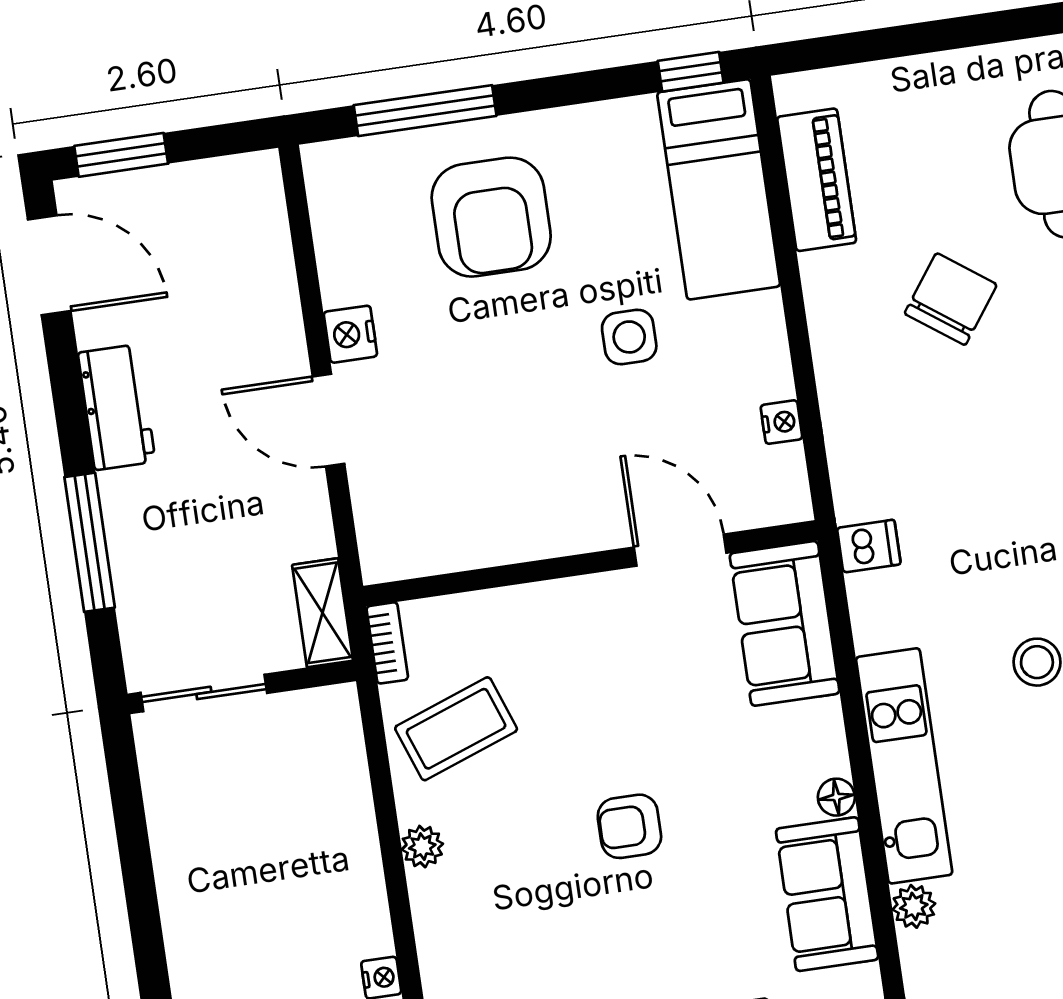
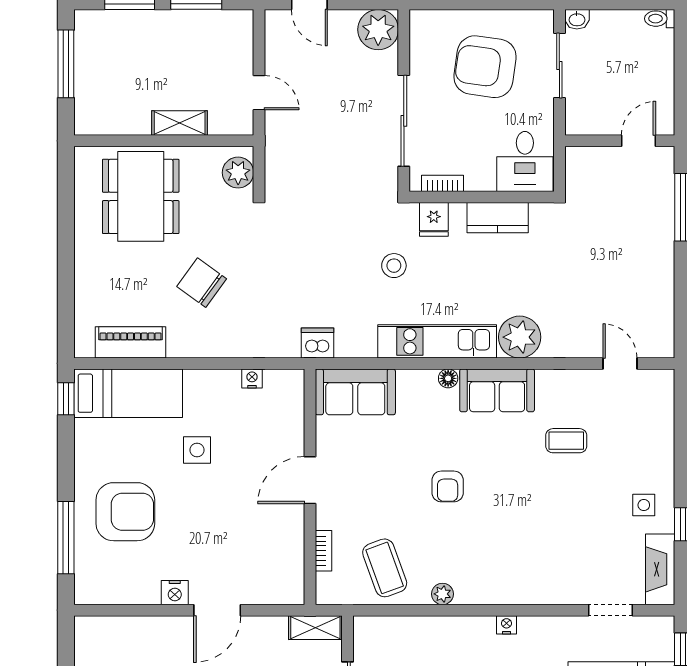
dishwasher: (869, 546) -> (318, 343), width x1.38
door: (680, 550) -> (310, 480), moved
bookcase: (387, 643) -> (323, 551), moved, turned 90
plant: (914, 906) -> (520, 337), width x1.88, depth x1.88

